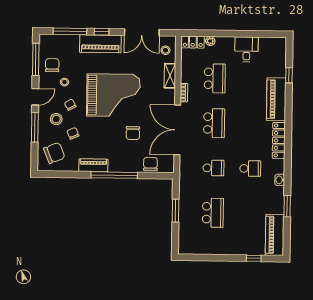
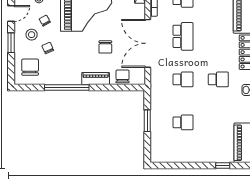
window: (35, 127) -> (11, 43), width x0.69
chair: (54, 153) -> (30, 67), turned -68
piano: (93, 165) -> (96, 78), moved
window: (114, 175) -> (67, 88), moved
school desk: (213, 213) -> (183, 122), width x0.54

